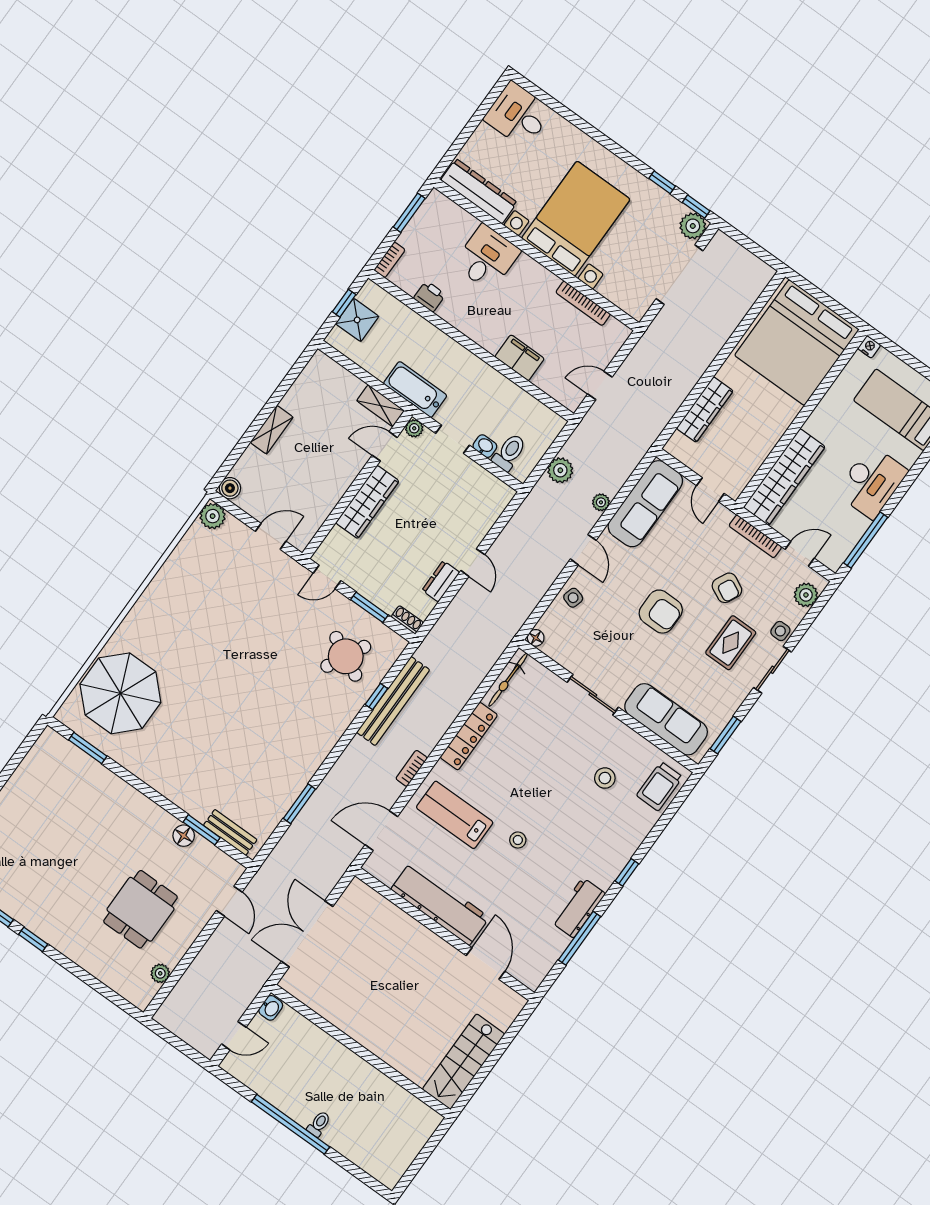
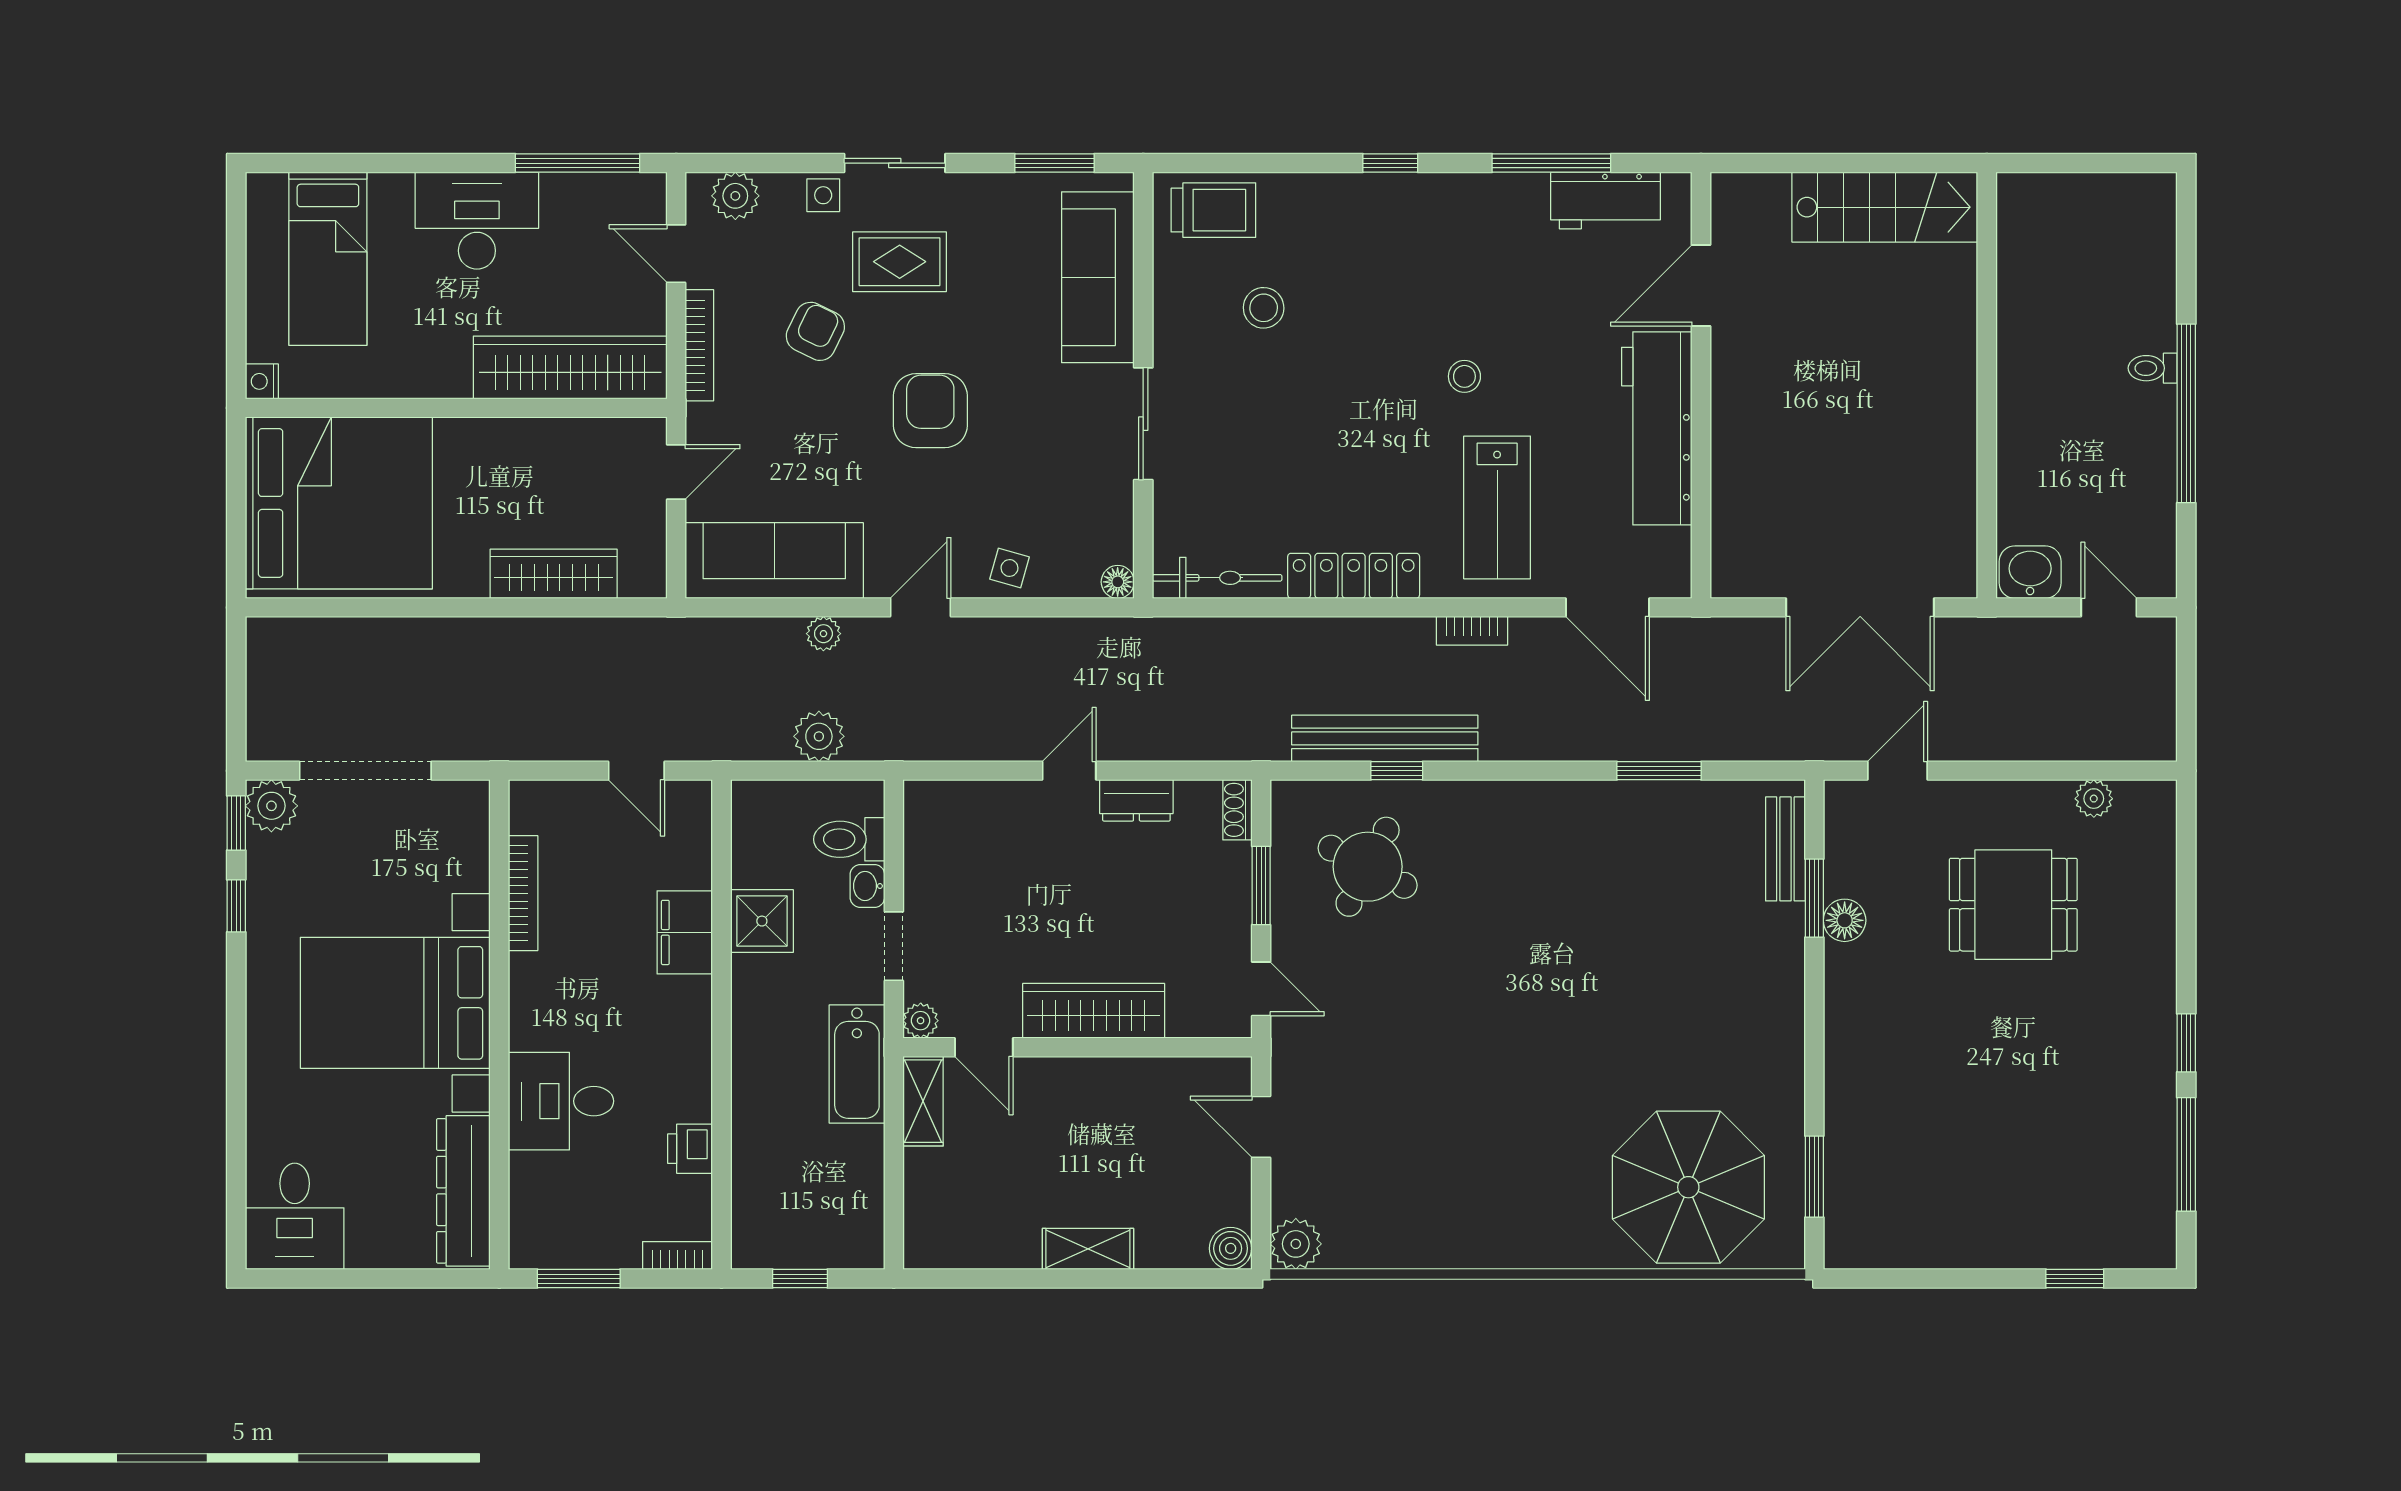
shower: (357, 320) -> (762, 921), moved
workbench: (578, 908) -> (1605, 200), moved
washbasin: (271, 1008) -> (2030, 572), width x1.38, depth x1.45

